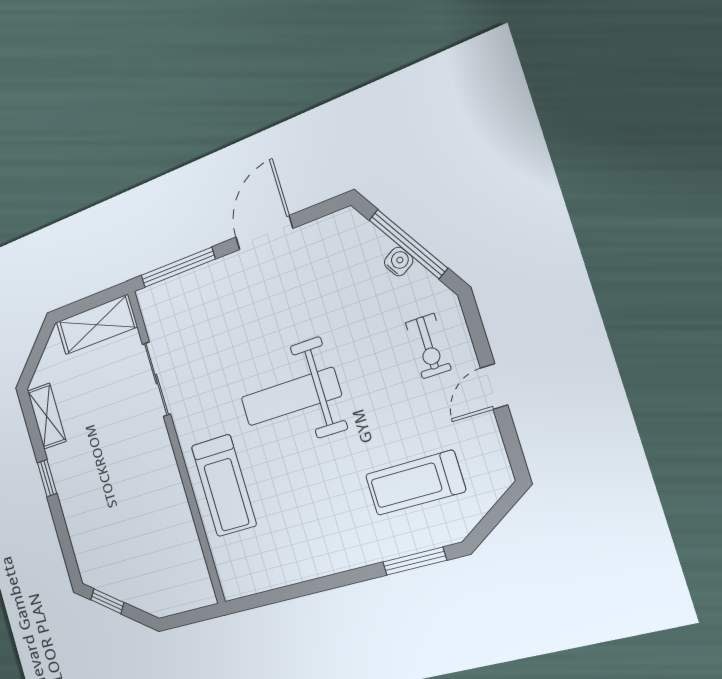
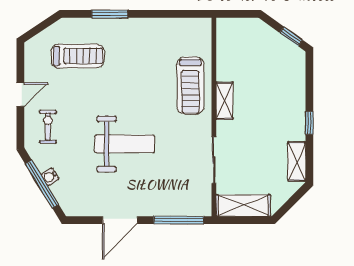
weight bench: (291, 397) -> (125, 144), moved
shelving: (169, 476) -> (224, 101), added
treadmill: (224, 486) -> (190, 85), turned 180
window: (415, 561) -> (110, 14), moved

